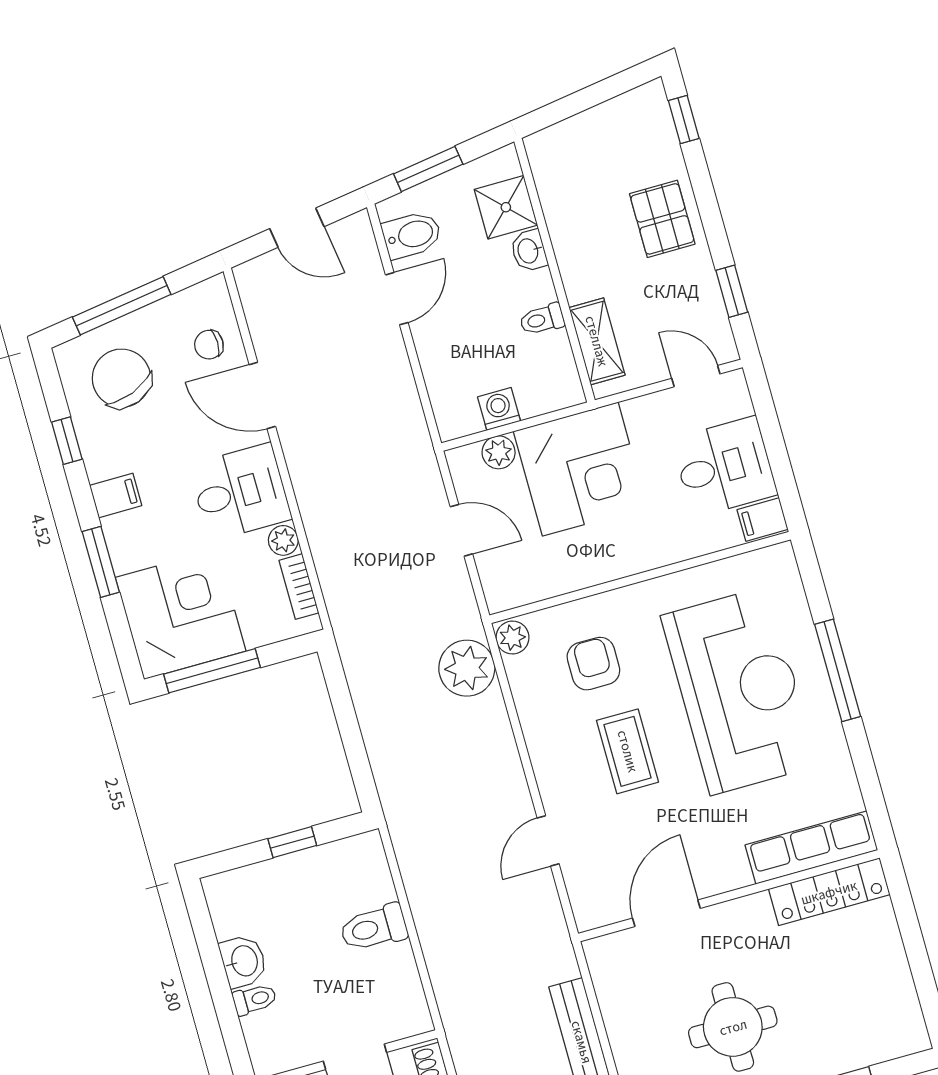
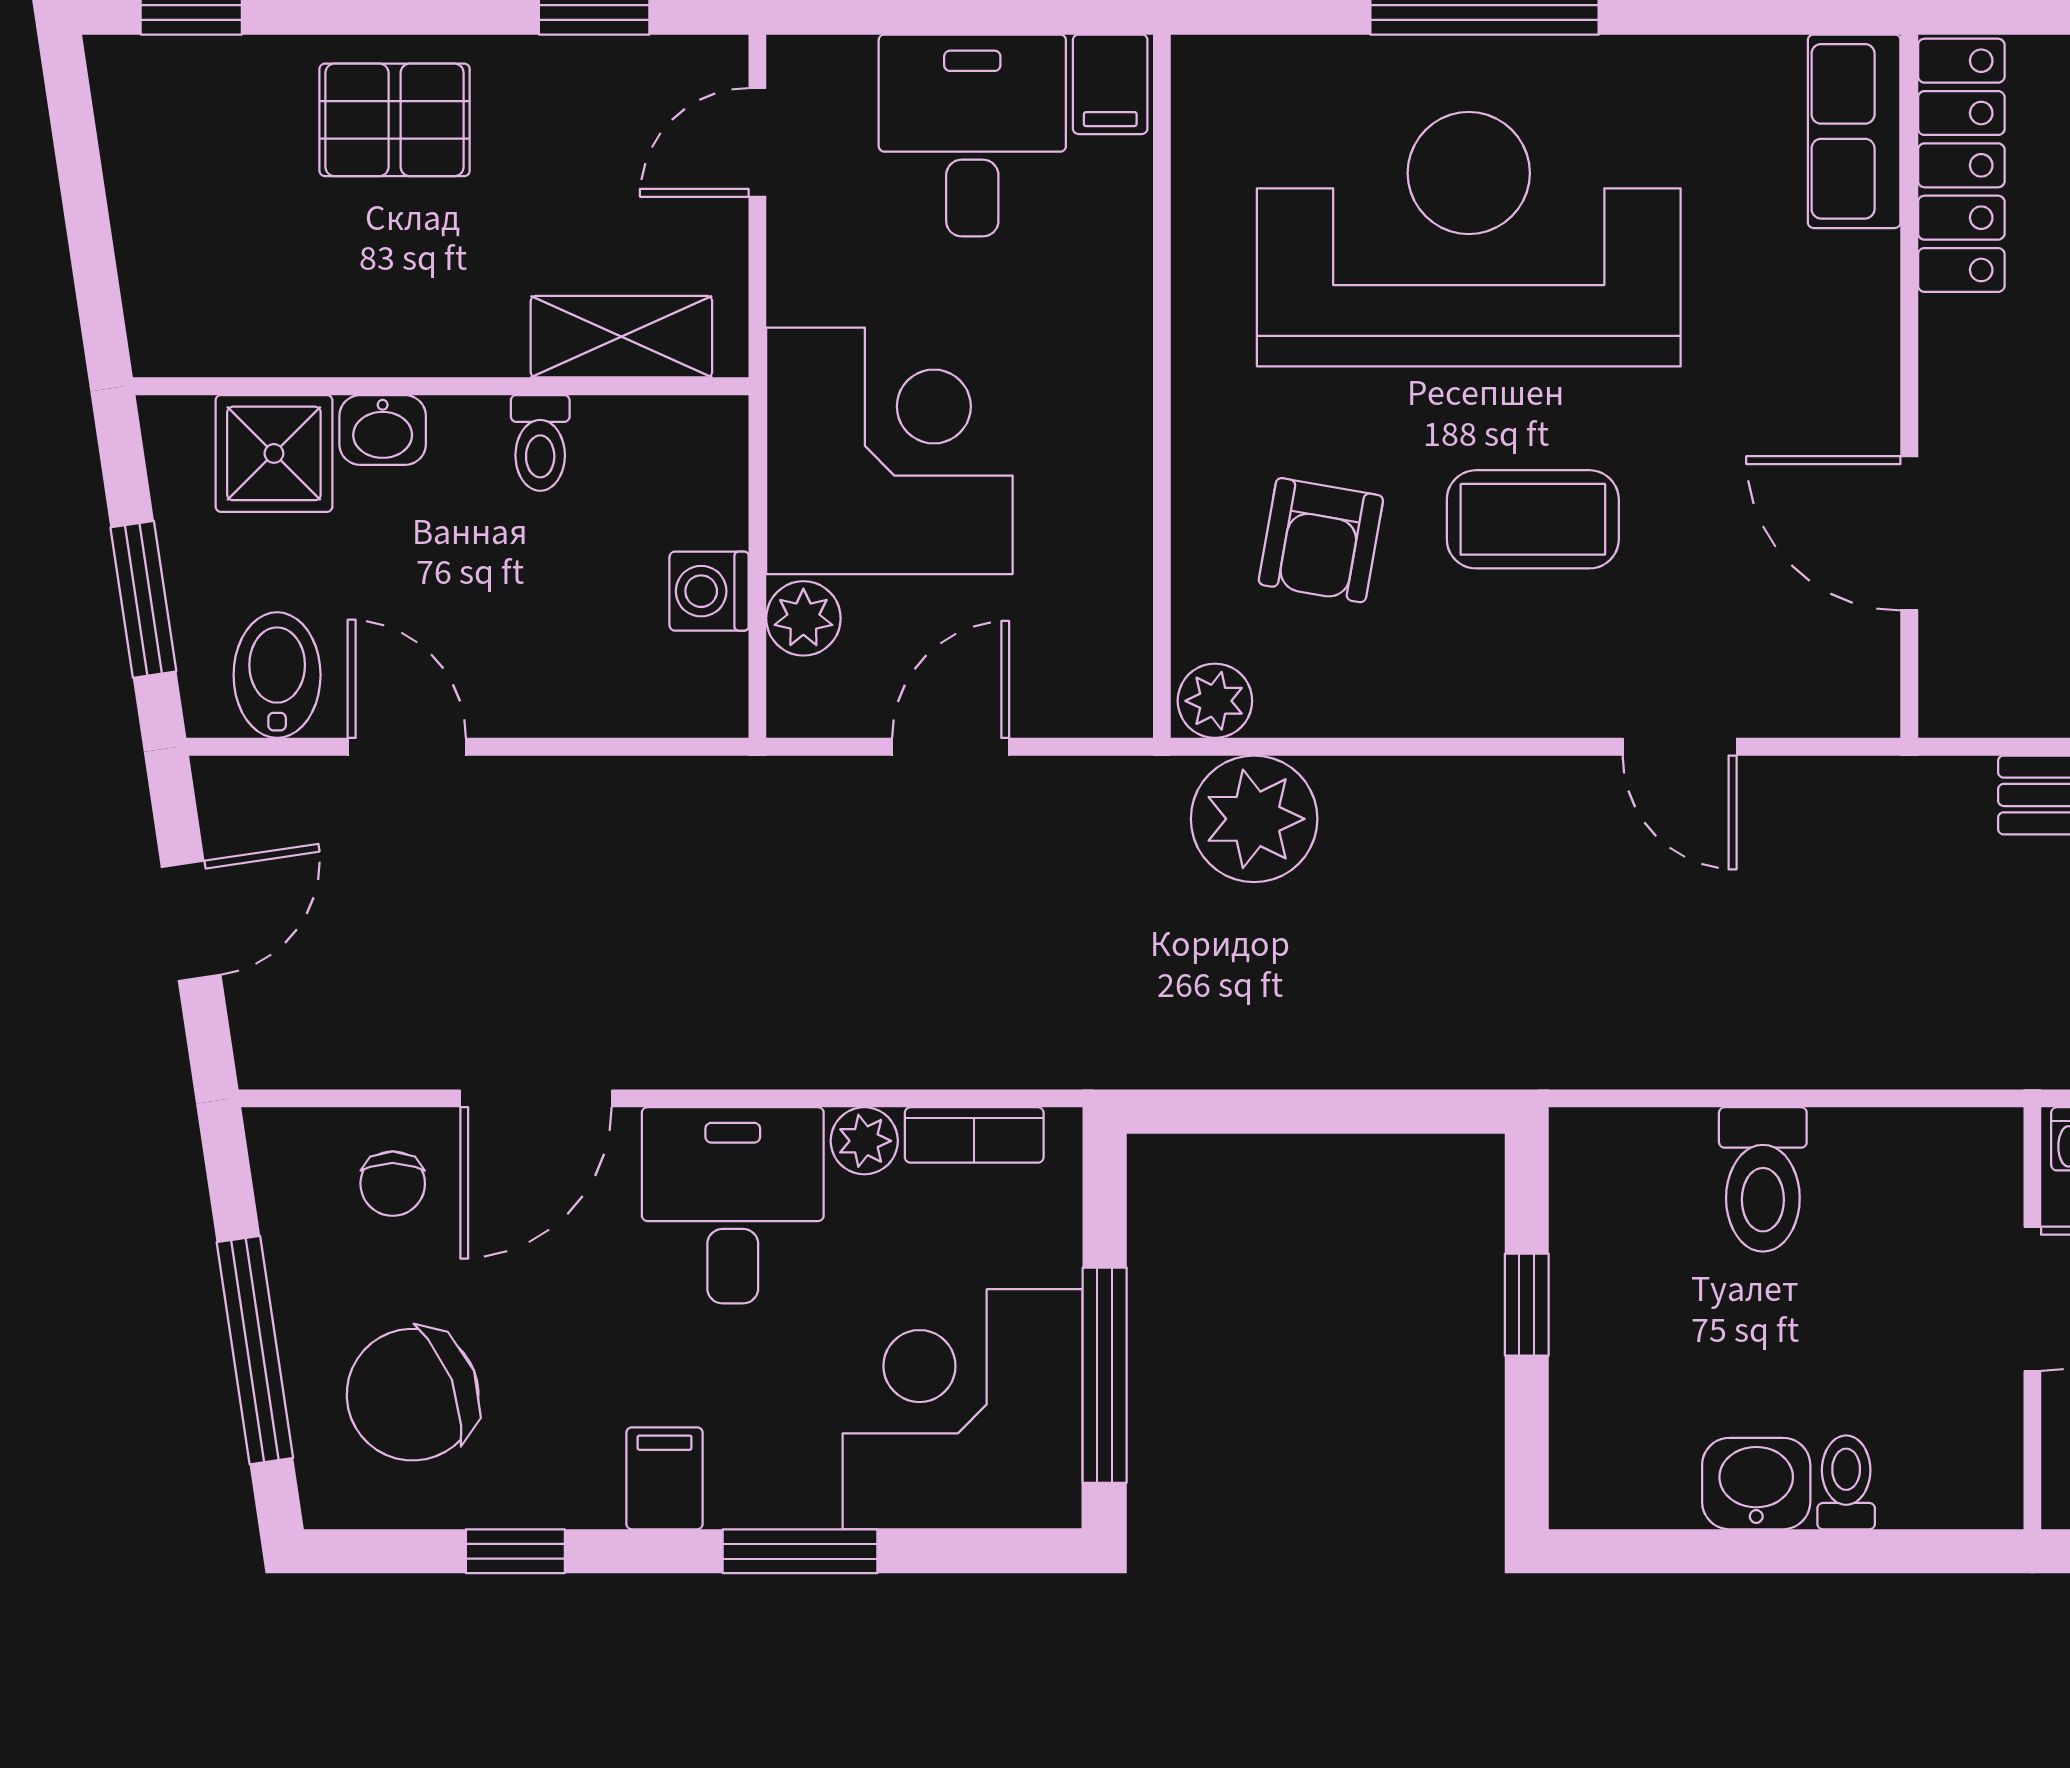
armchair: (593, 664) -> (1321, 540), turned -80
row of seats: (811, 848) -> (1854, 131), width x0.68

